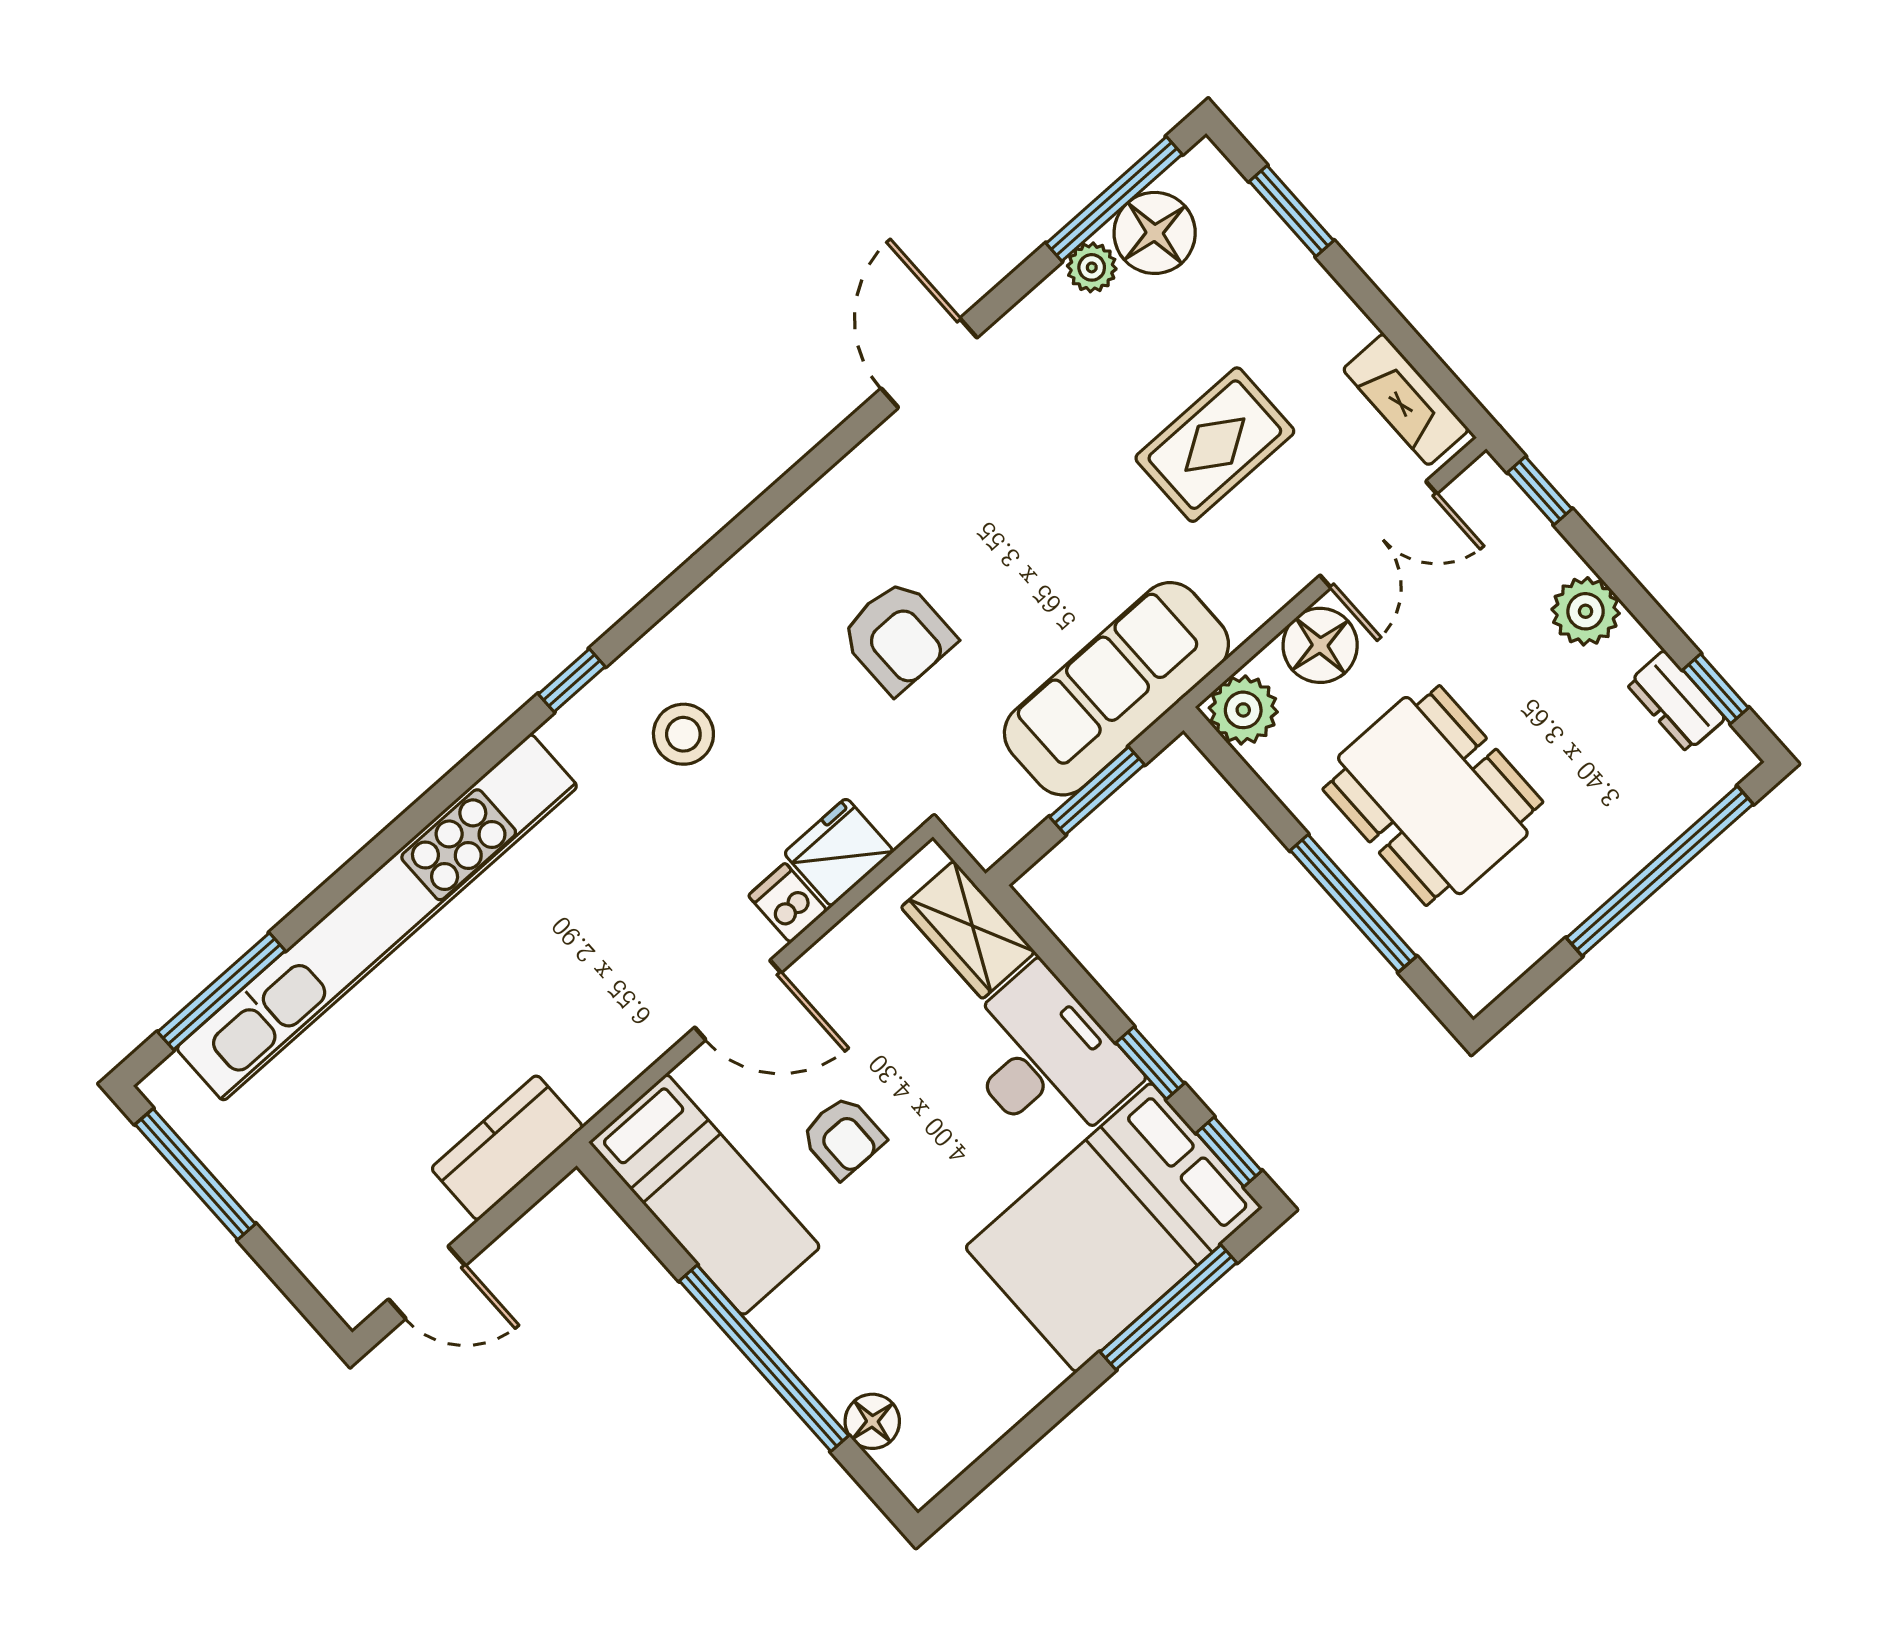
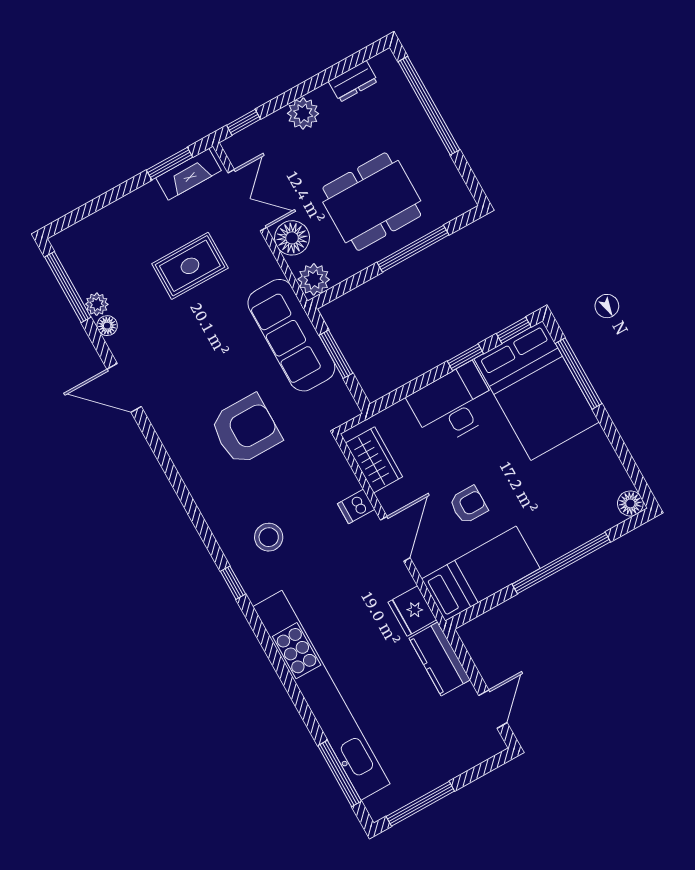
window: (1291, 211) -> (170, 164), moved
floor lamp: (1155, 233) -> (107, 326), moved, width x0.53, depth x0.53
rug: (1215, 445) -> (190, 266), turned 90
armchair: (898, 637) -> (246, 430), width x1.36, depth x1.36
window: (1716, 689) -> (351, 62), removed
fridge: (839, 852) -> (412, 611), moved
wardrobe: (968, 930) -> (374, 460), moved, turned -90
floor lamp: (872, 1421) -> (630, 503), moved

